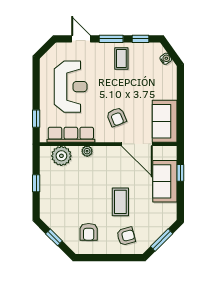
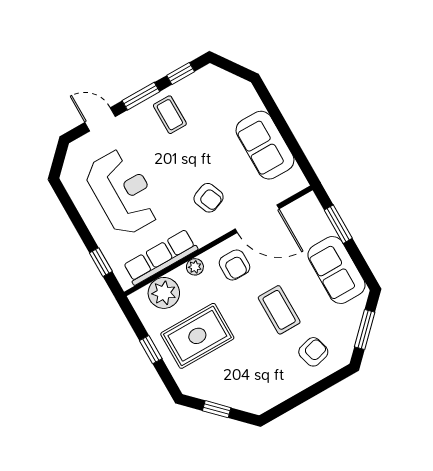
water cooler: (166, 59) -> (230, 81), removed
sofa: (165, 121) -> (265, 145), moved
window: (180, 173) -> (338, 224), width x1.50
sofa: (165, 181) -> (337, 270), moved
rug: (66, 190) -> (197, 336), added
armchair: (89, 232) -> (234, 265), moved

